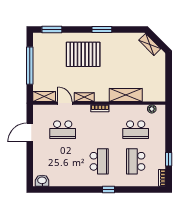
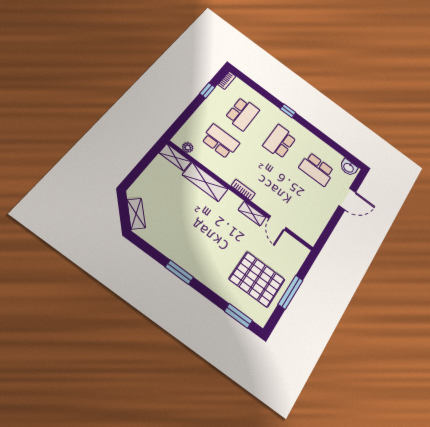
pallet: (83, 54) -> (257, 279), moved
window: (30, 66) -> (291, 292), width x0.68
shelving: (44, 97) -> (175, 157), moved
school desk: (63, 130) -> (317, 169), moved, turned 180
door: (30, 133) -> (347, 199), moved

